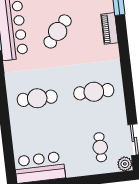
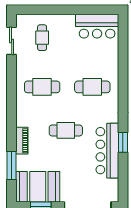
cafe table: (58, 31) -> (66, 130), moved, turned 49
plant: (125, 164) -> (22, 21), removed

